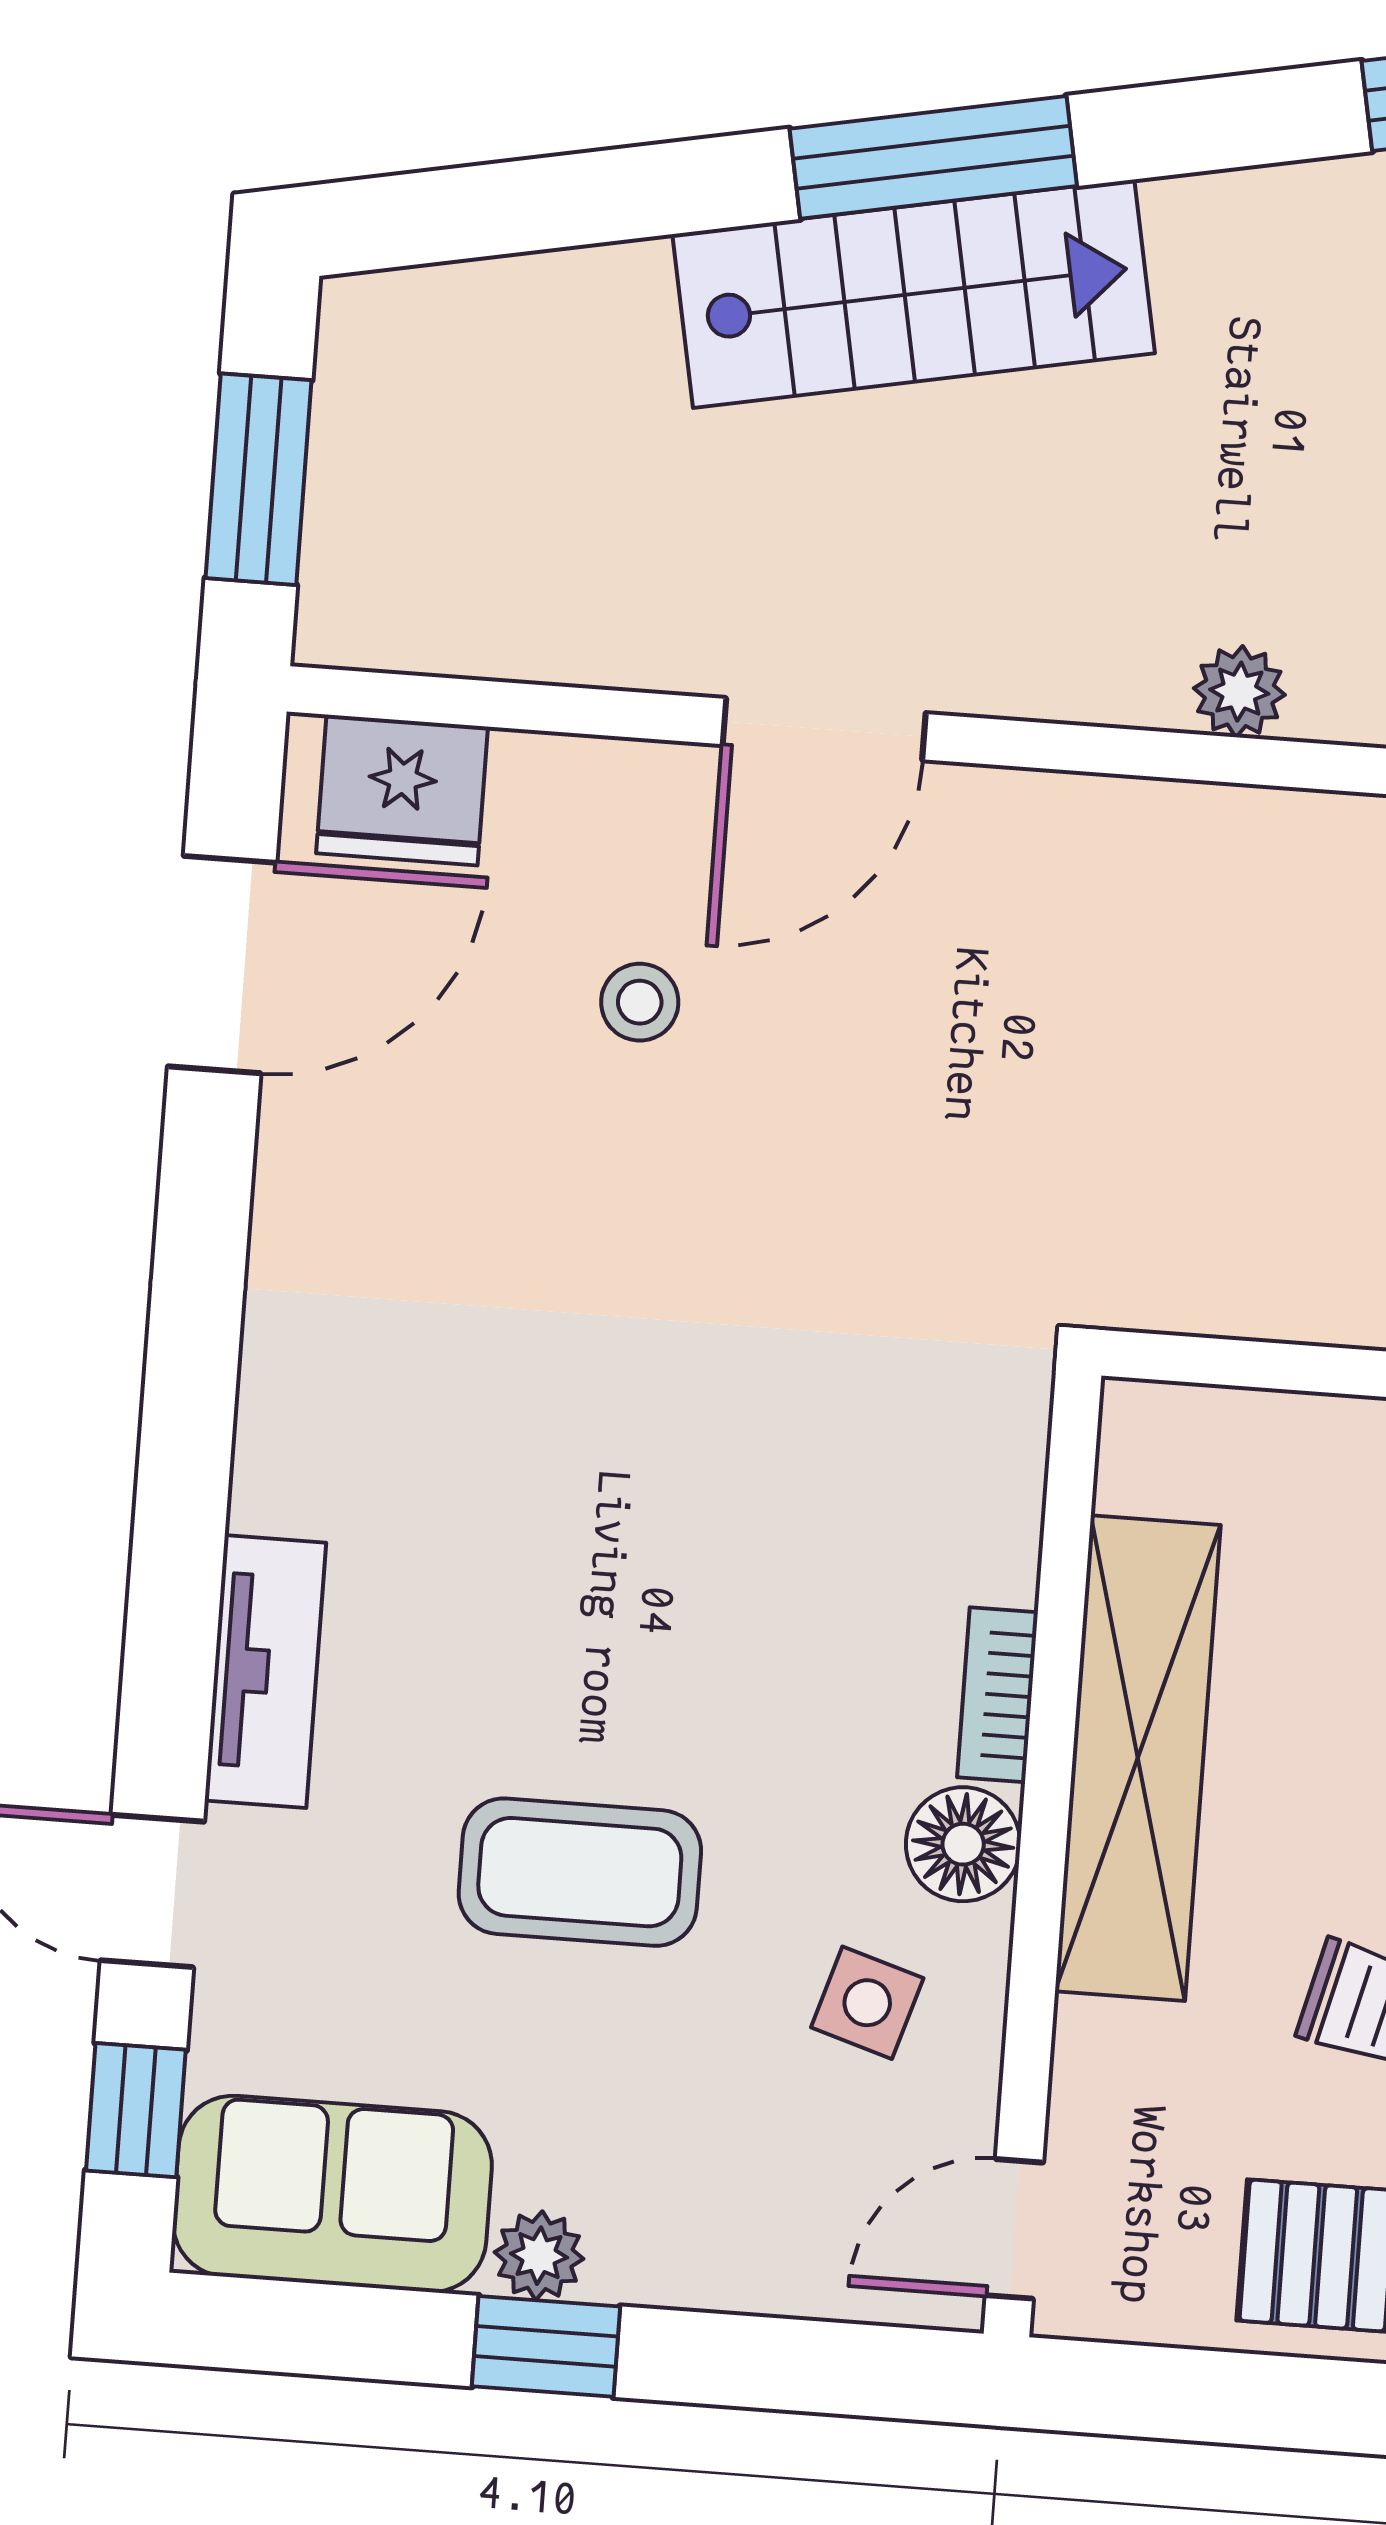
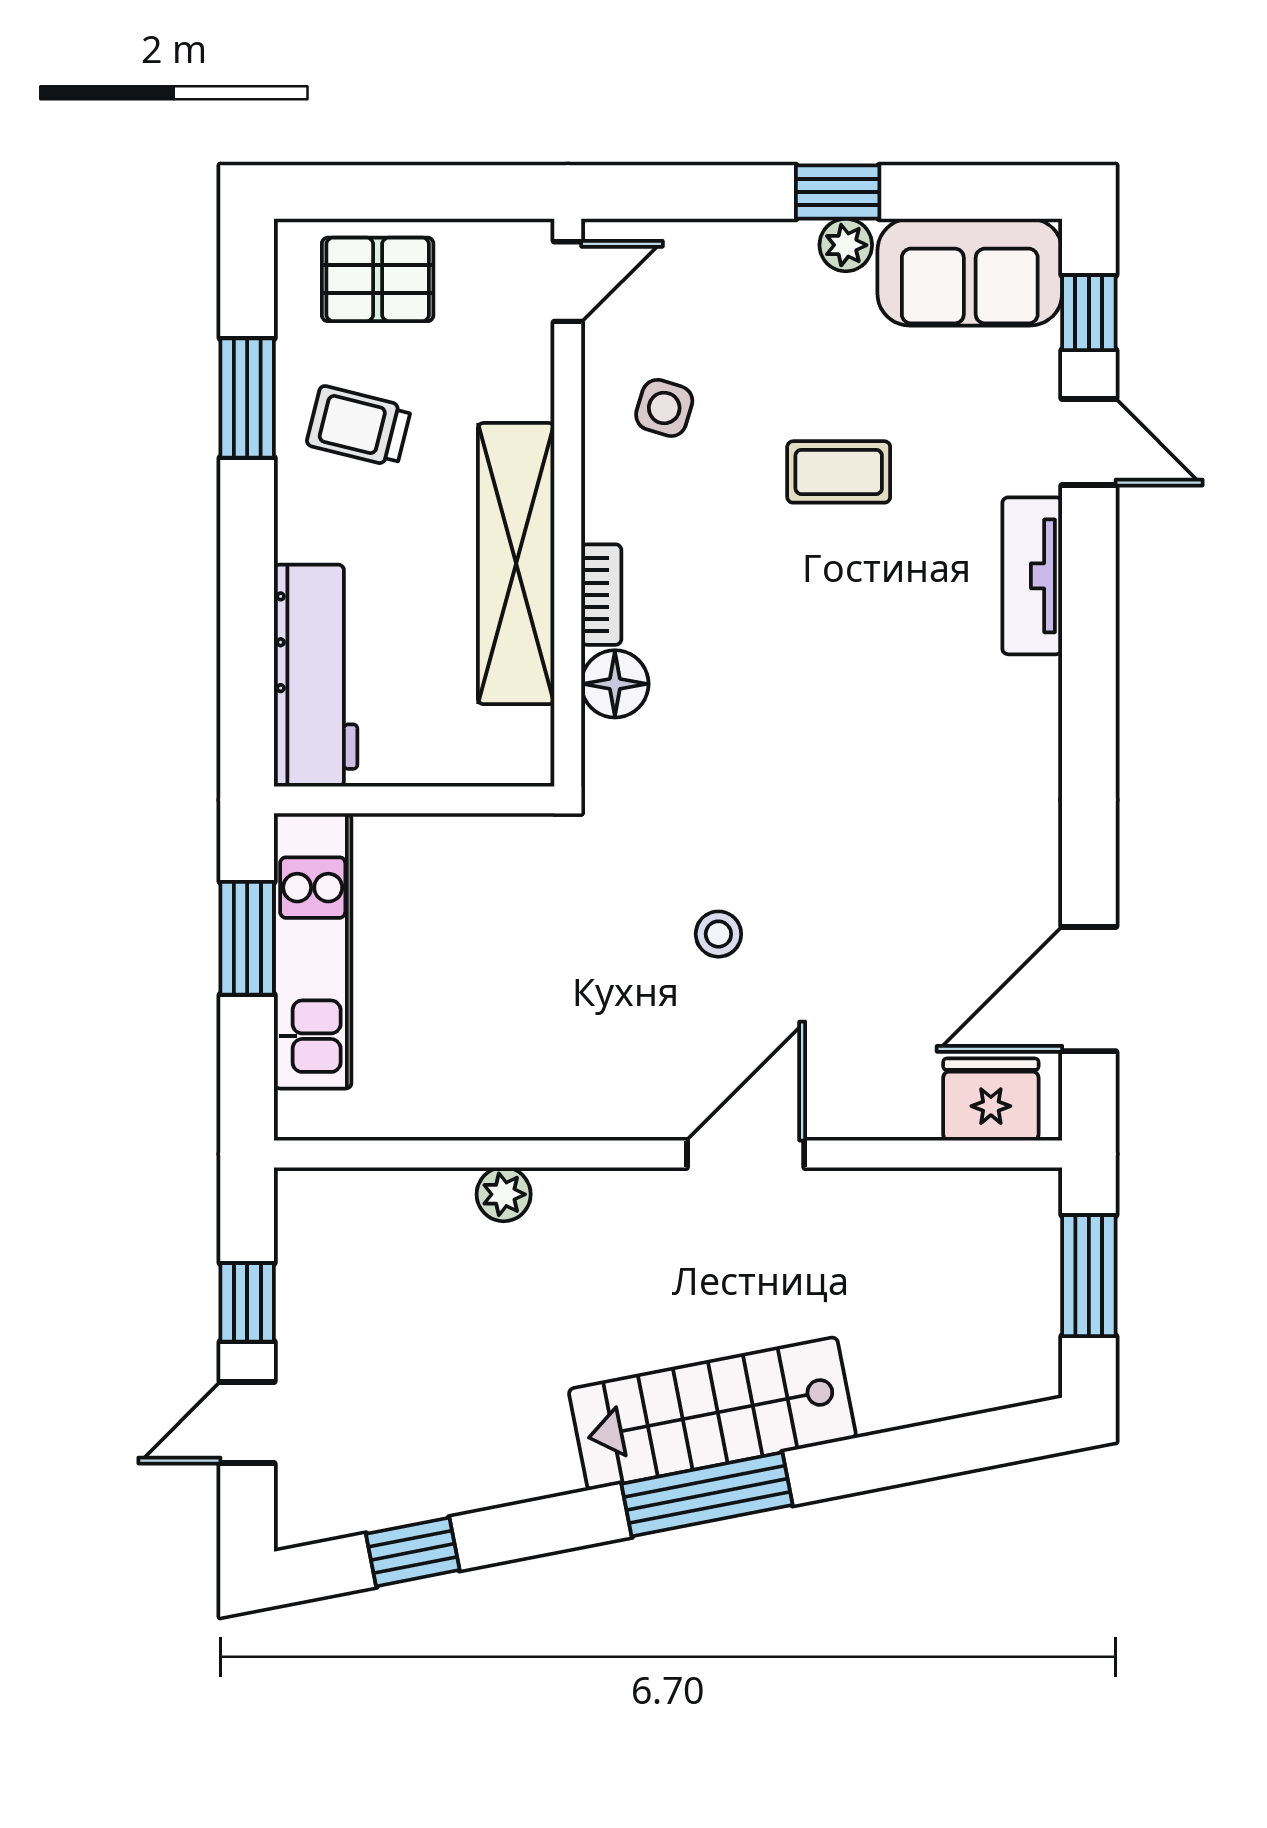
stool: (640, 1002) -> (718, 934), moved
floor lamp: (963, 1844) -> (615, 684), moved
coffee table: (580, 1872) -> (839, 472), width x0.73, depth x0.77

